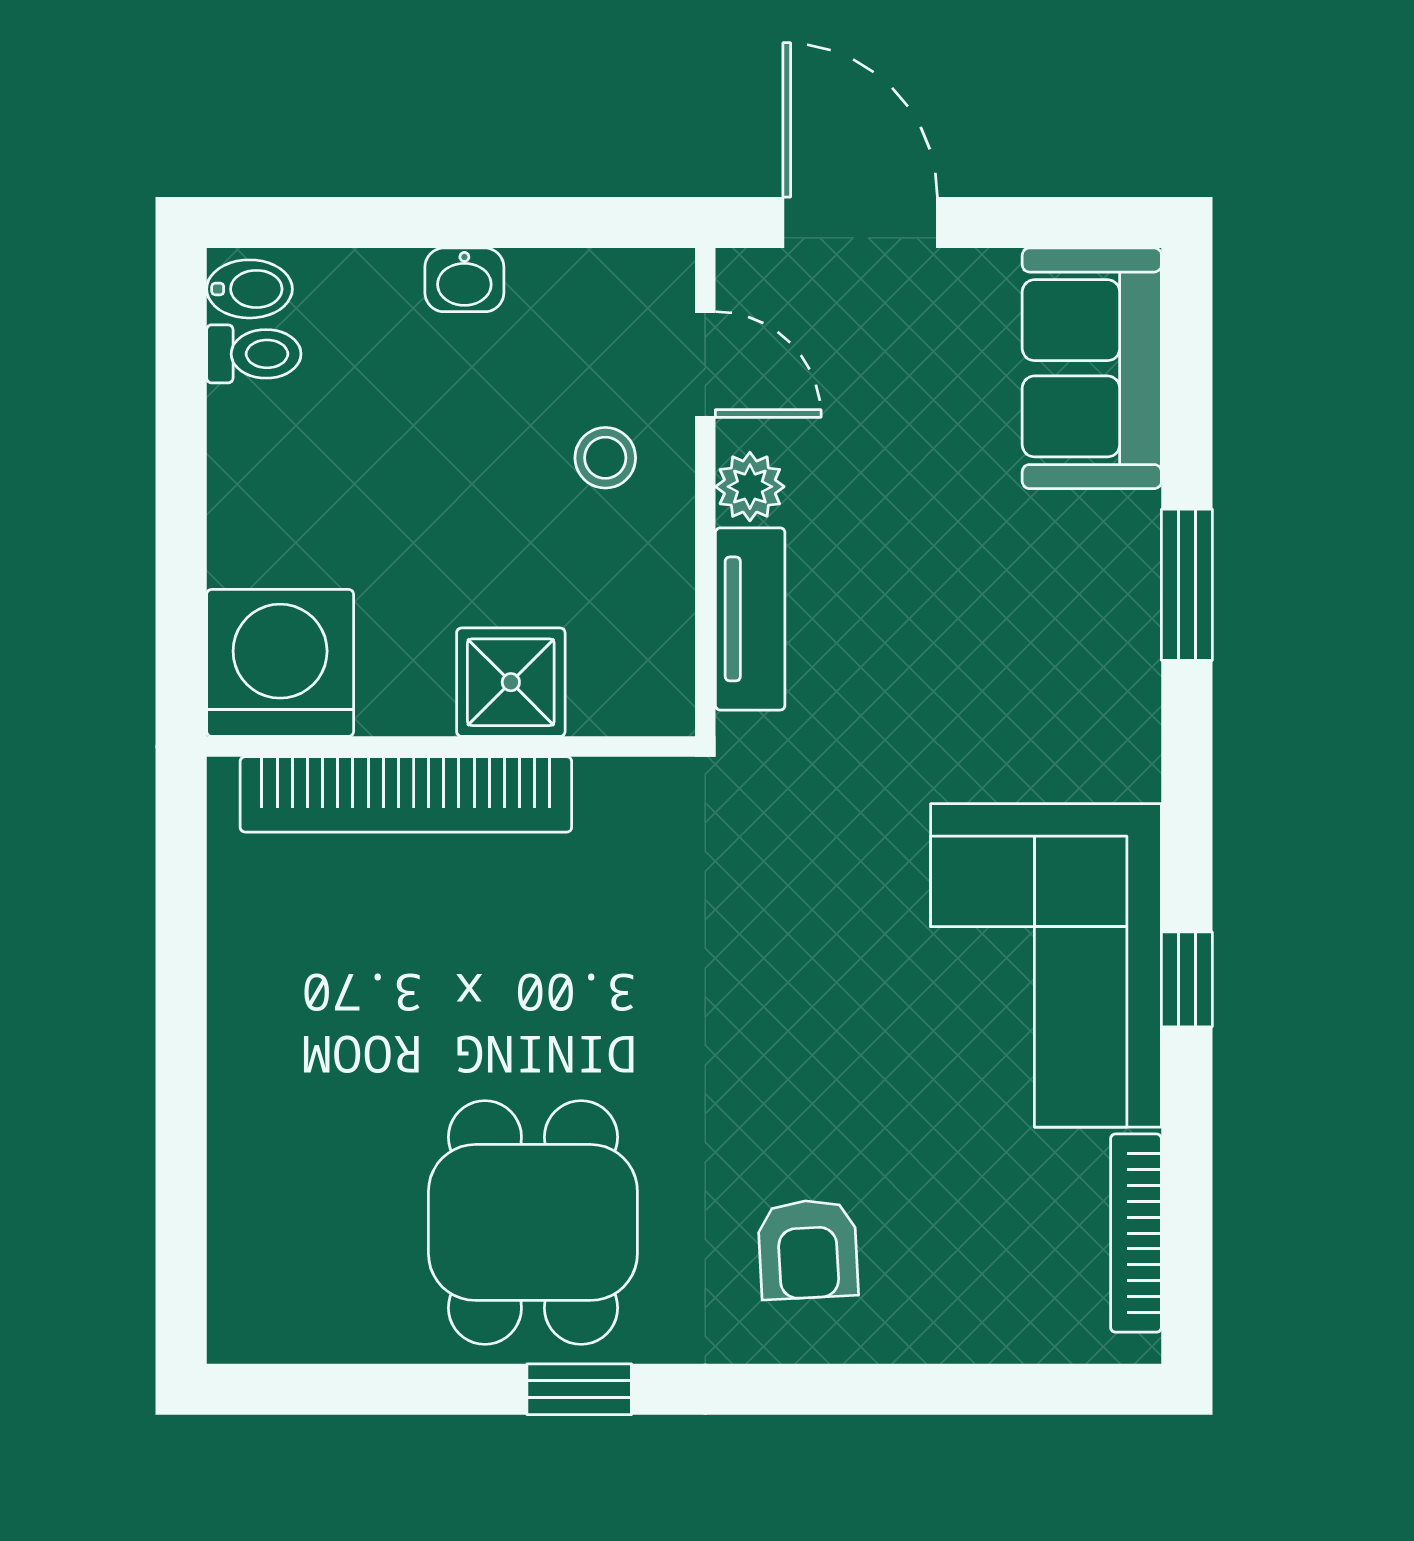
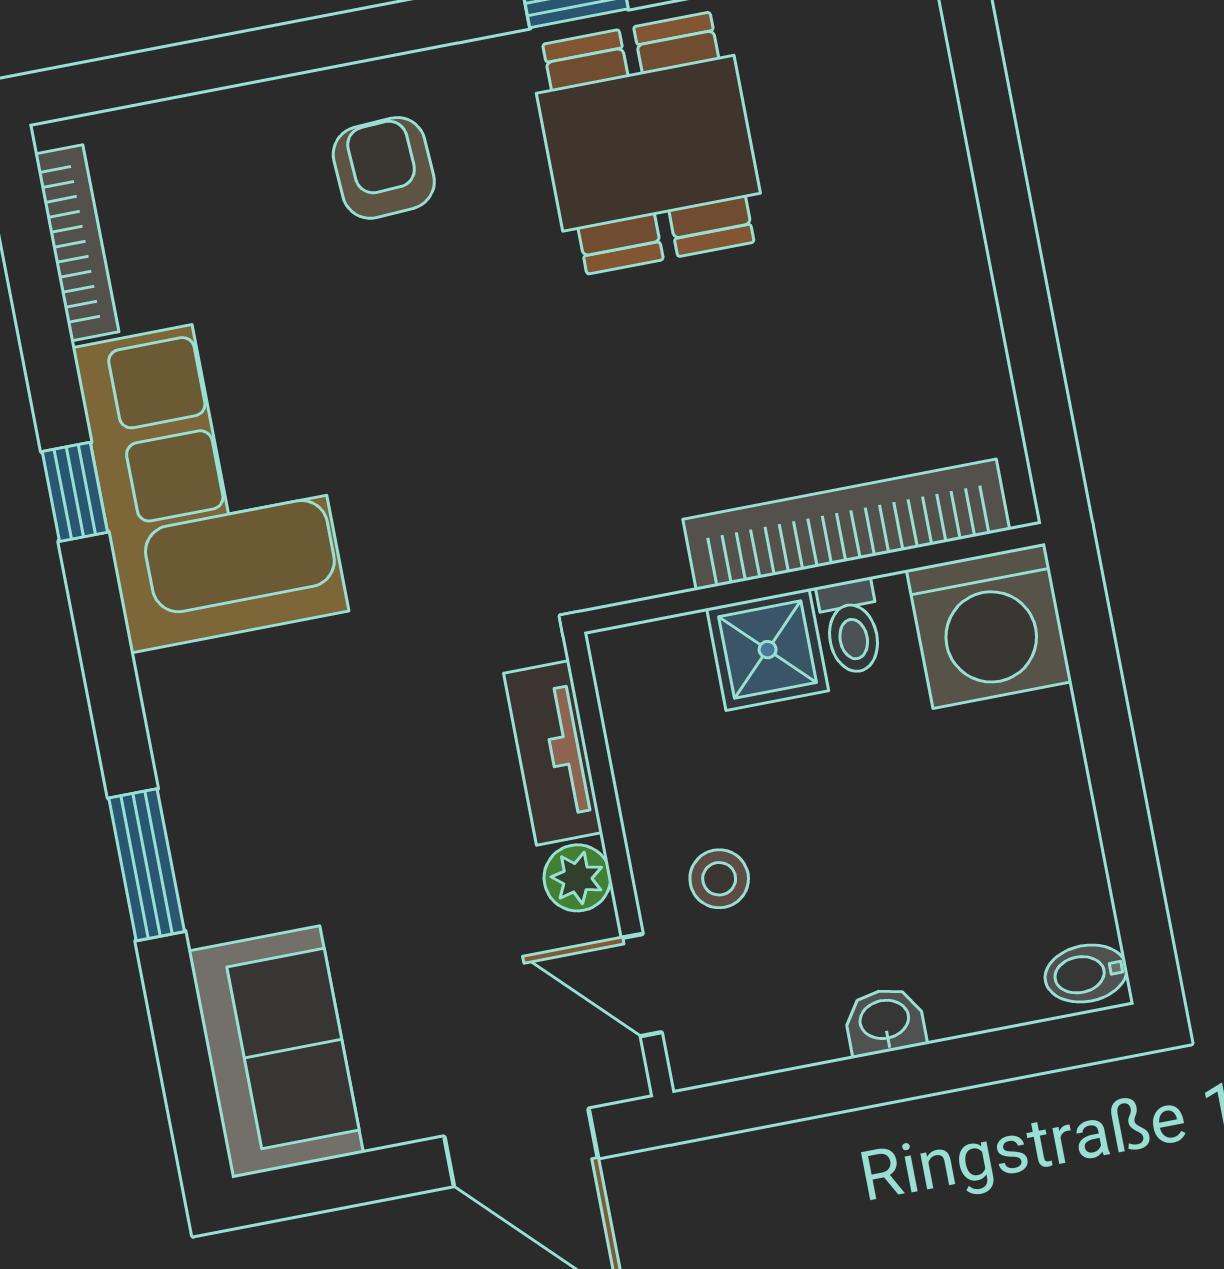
toilet: (254, 354) -> (851, 627), moved, turned -90

